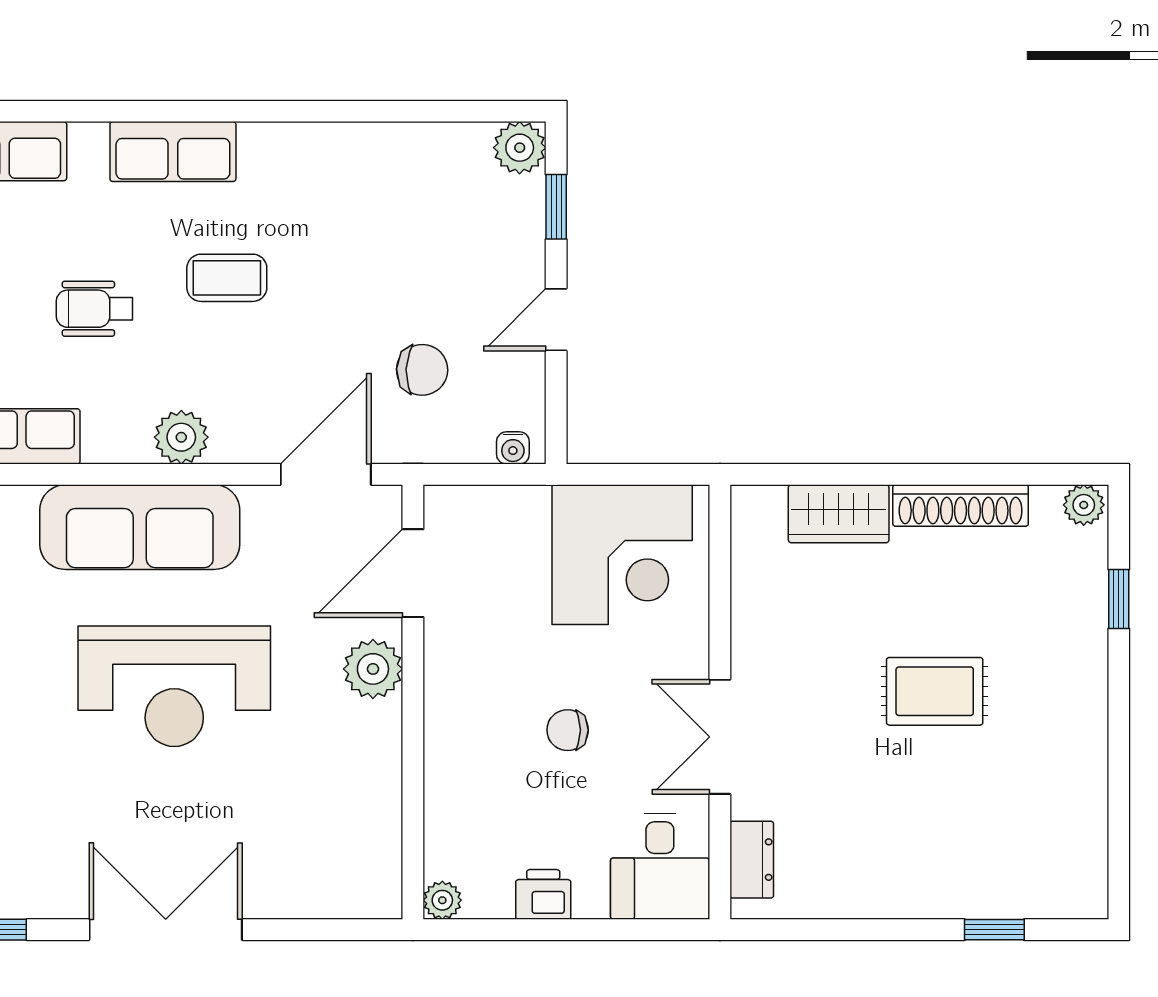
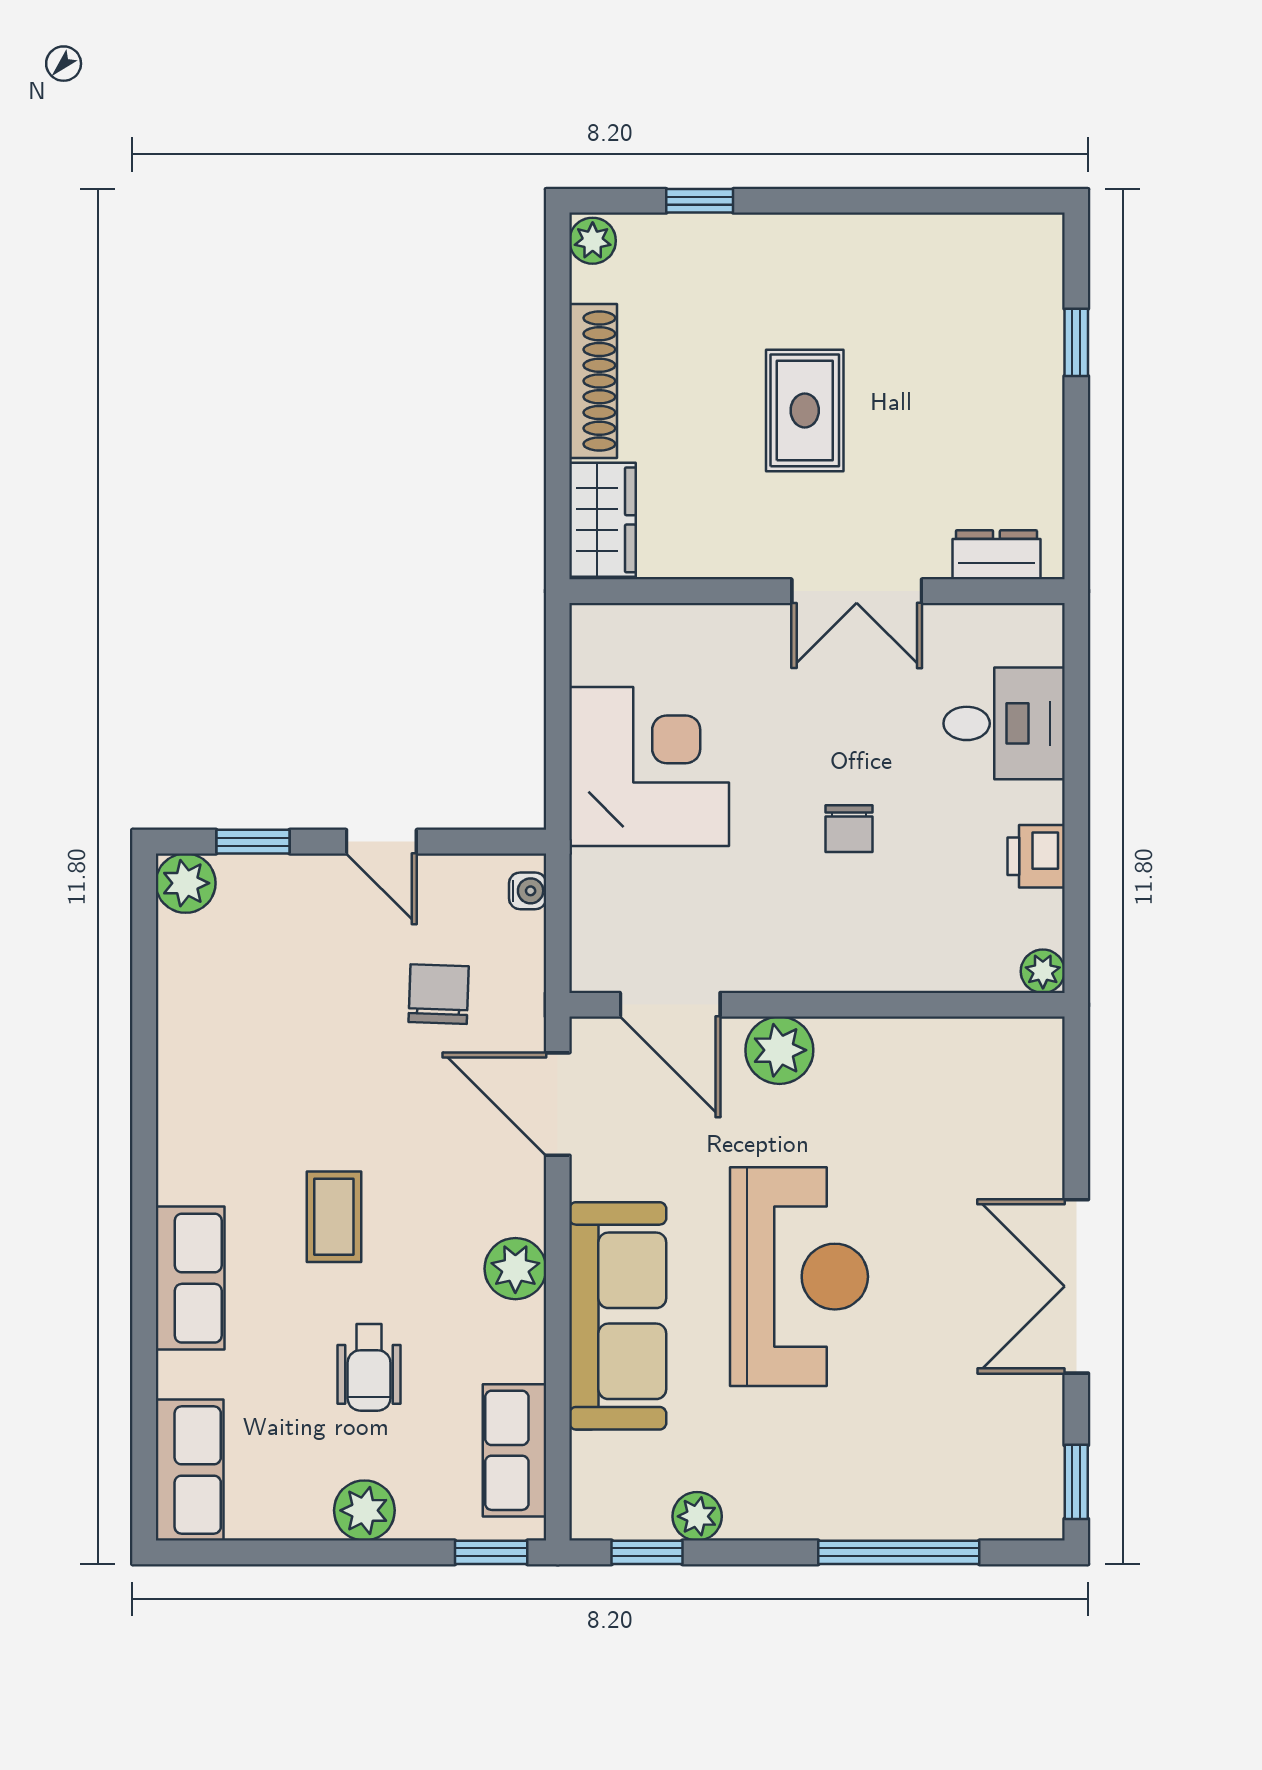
wall: (720, 702) -> (817, 591), moved
double door: (720, 737) -> (857, 591), moved
dresser: (752, 860) -> (996, 555), moved

